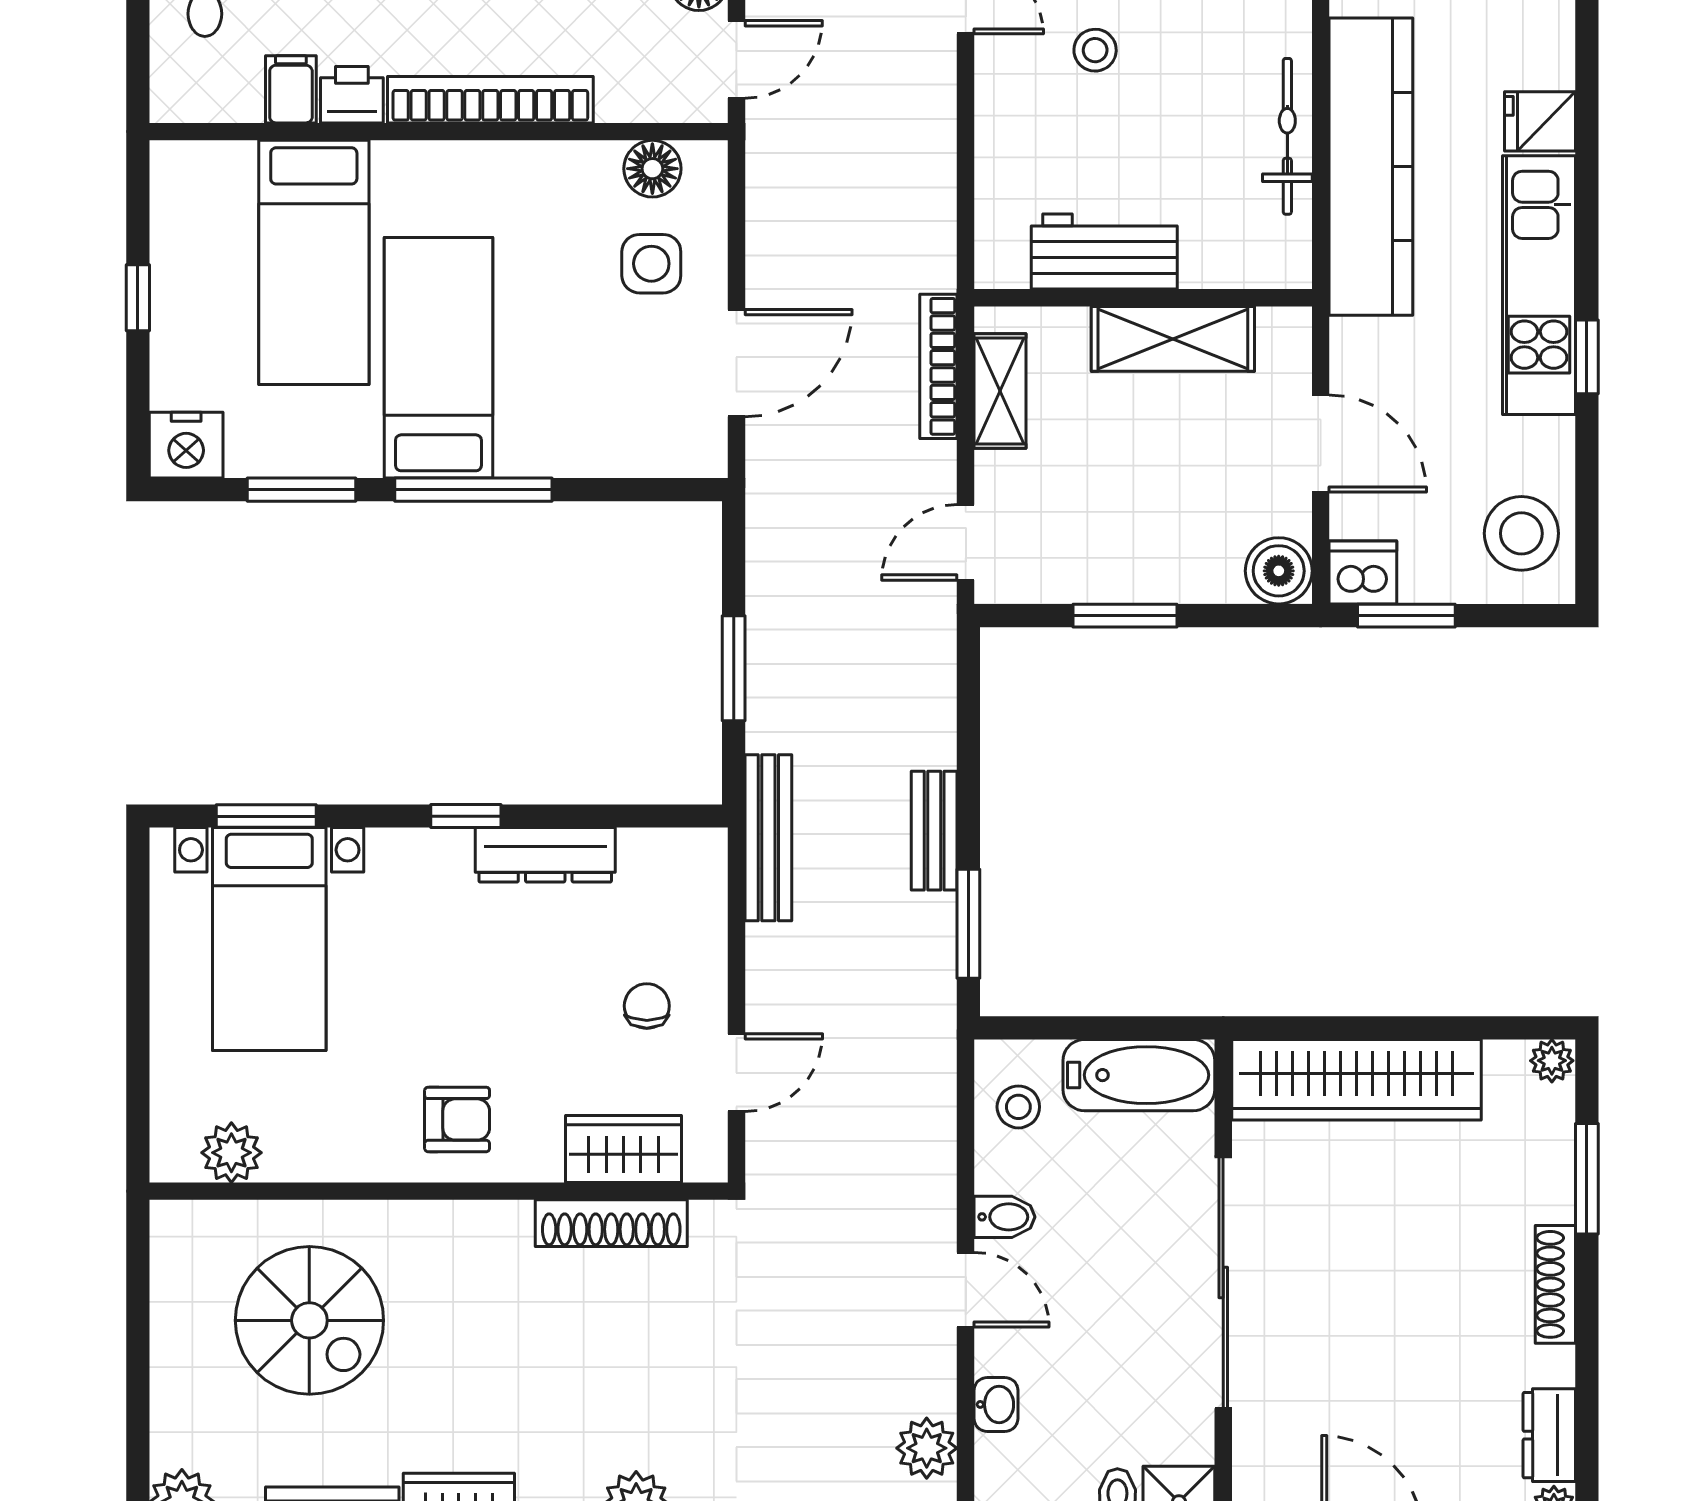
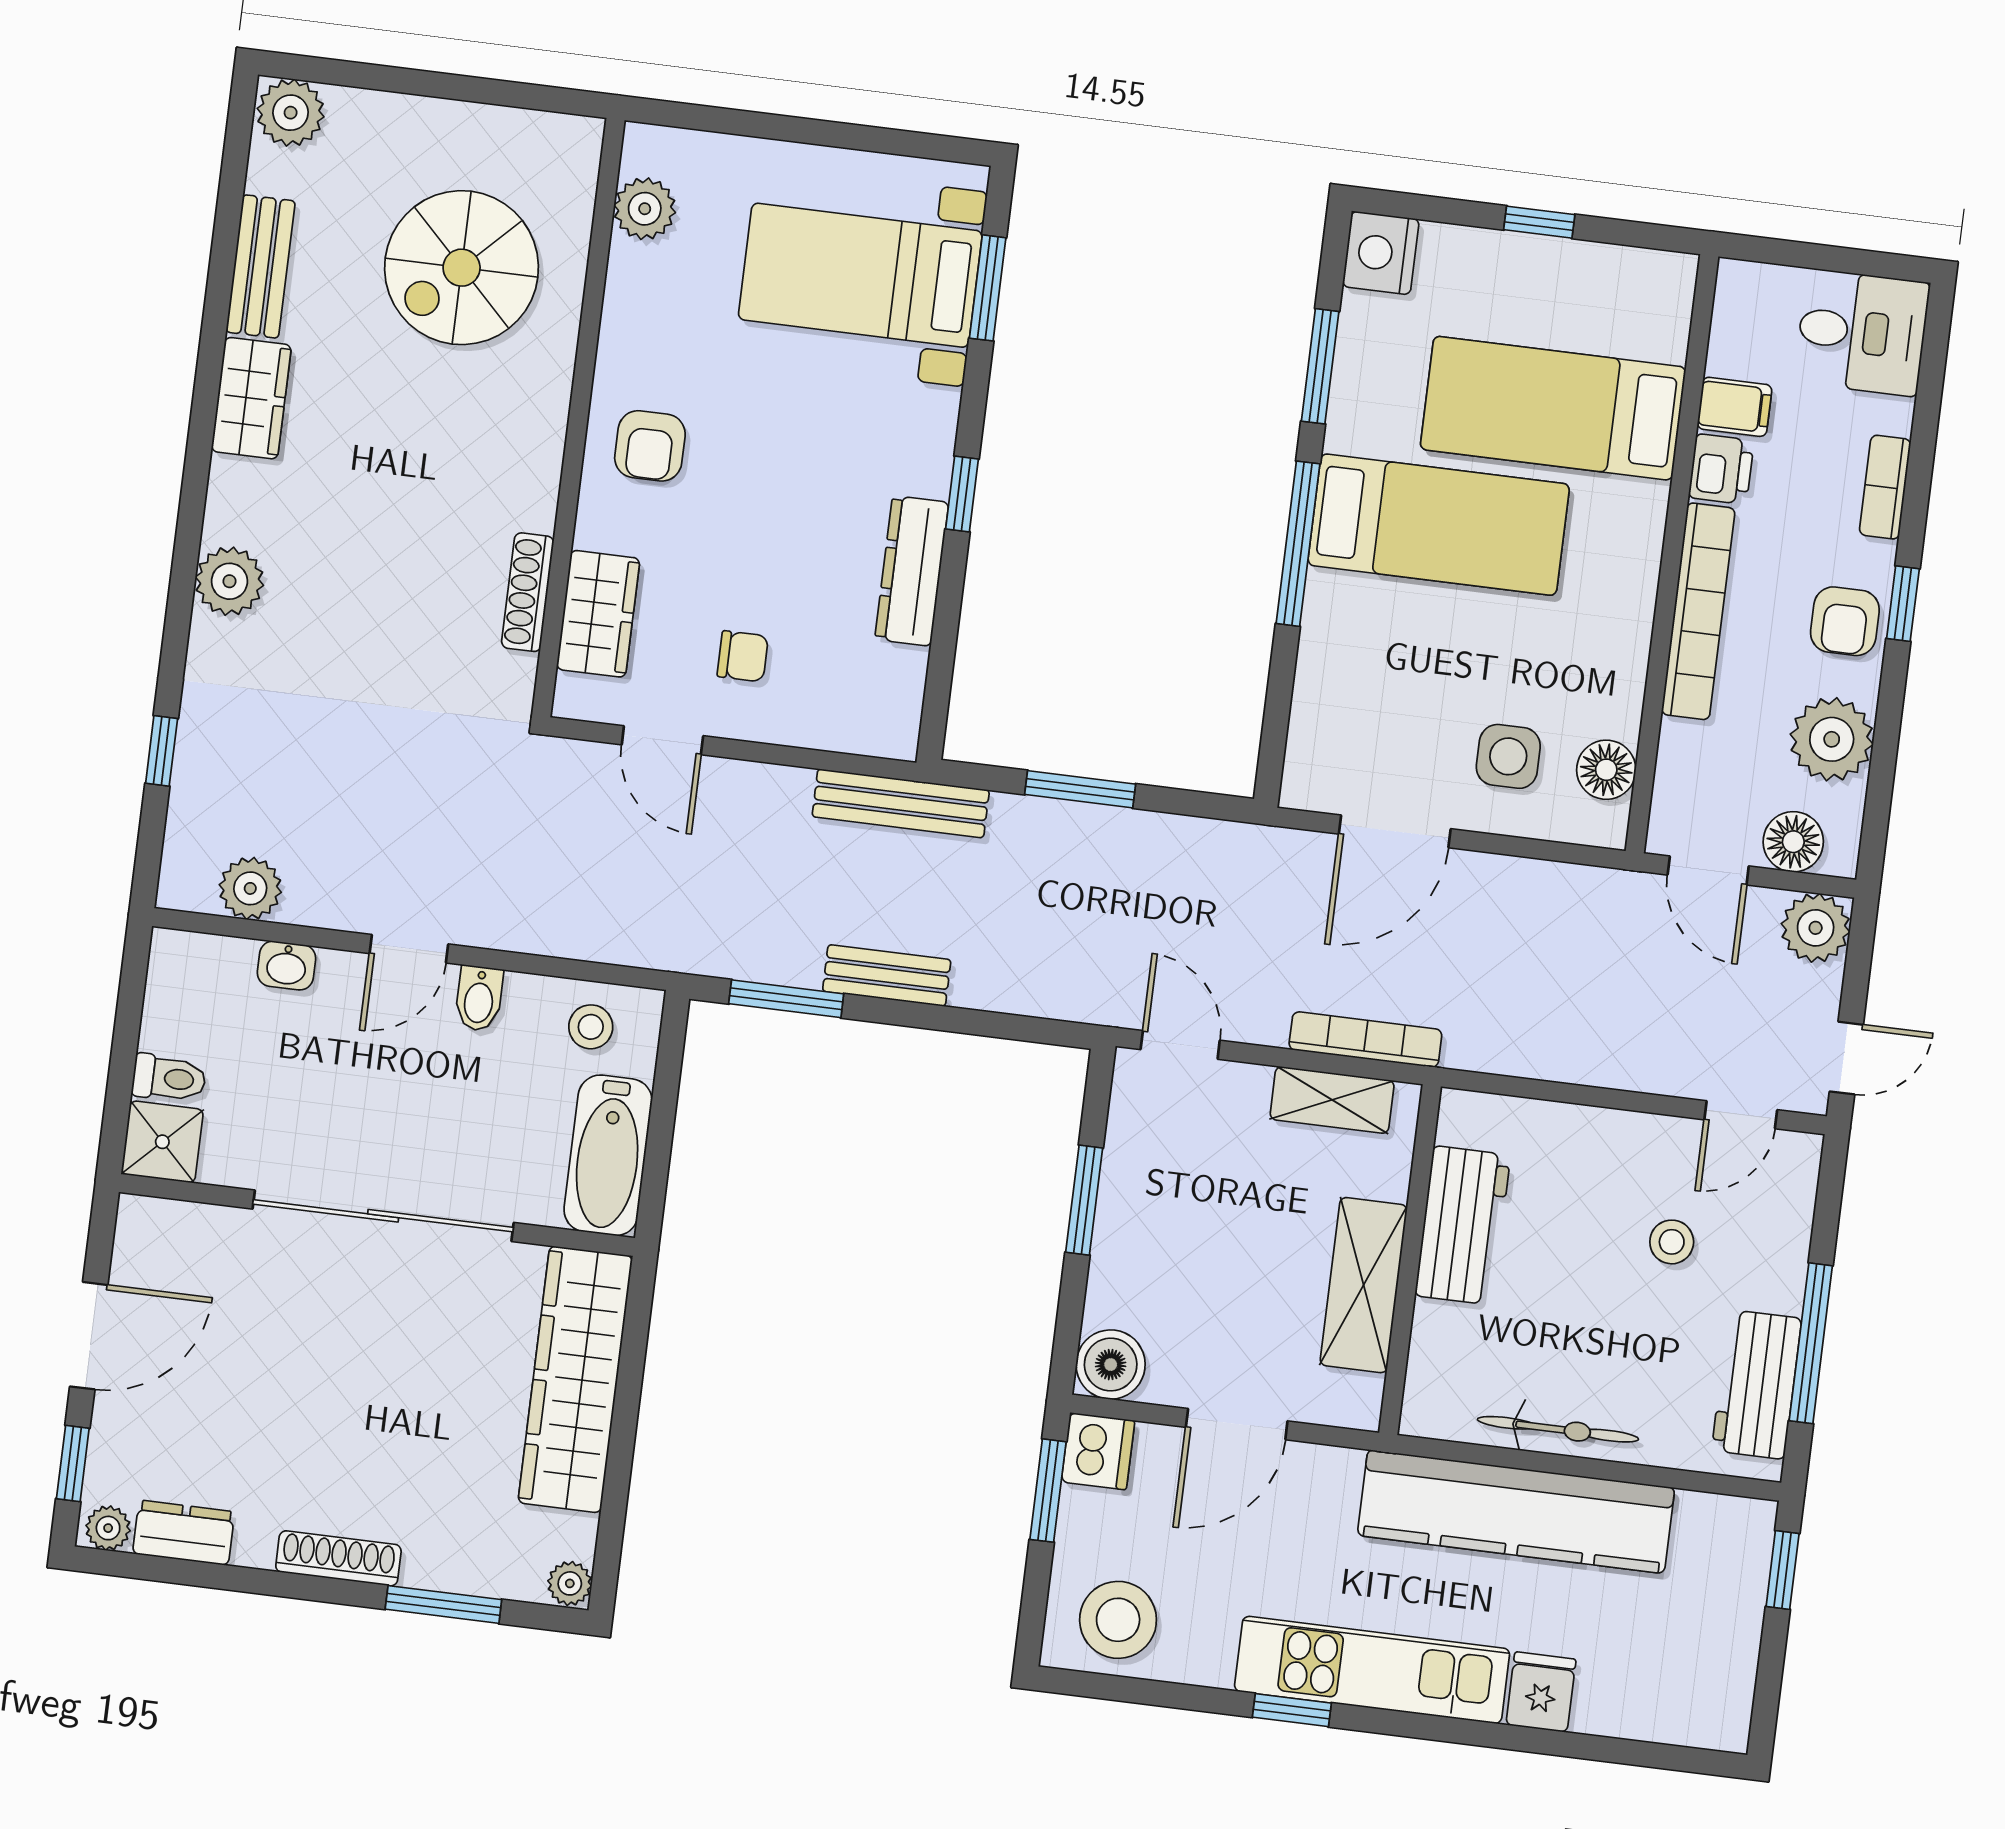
door: (736, 363) -> (1395, 831), hinge flipped
shoe rack: (611, 1223) -> (528, 592), width x0.74, depth x0.81

